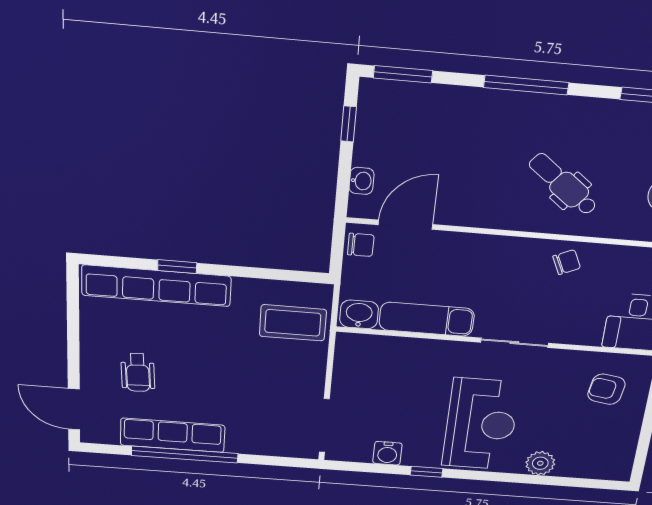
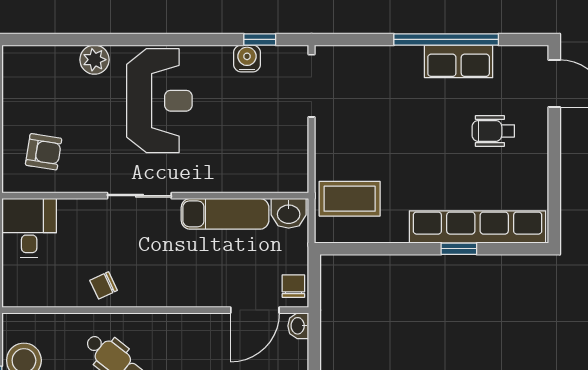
washbasin: (362, 181) -> (298, 326), moved
chair: (361, 245) -> (293, 286), turned 90
wheelchair: (138, 372) -> (493, 131), turned -87
reception desk: (481, 424) -> (159, 101), turned 180
row of seats: (173, 435) -> (459, 61), width x0.68
window: (427, 472) -> (260, 39), moved

